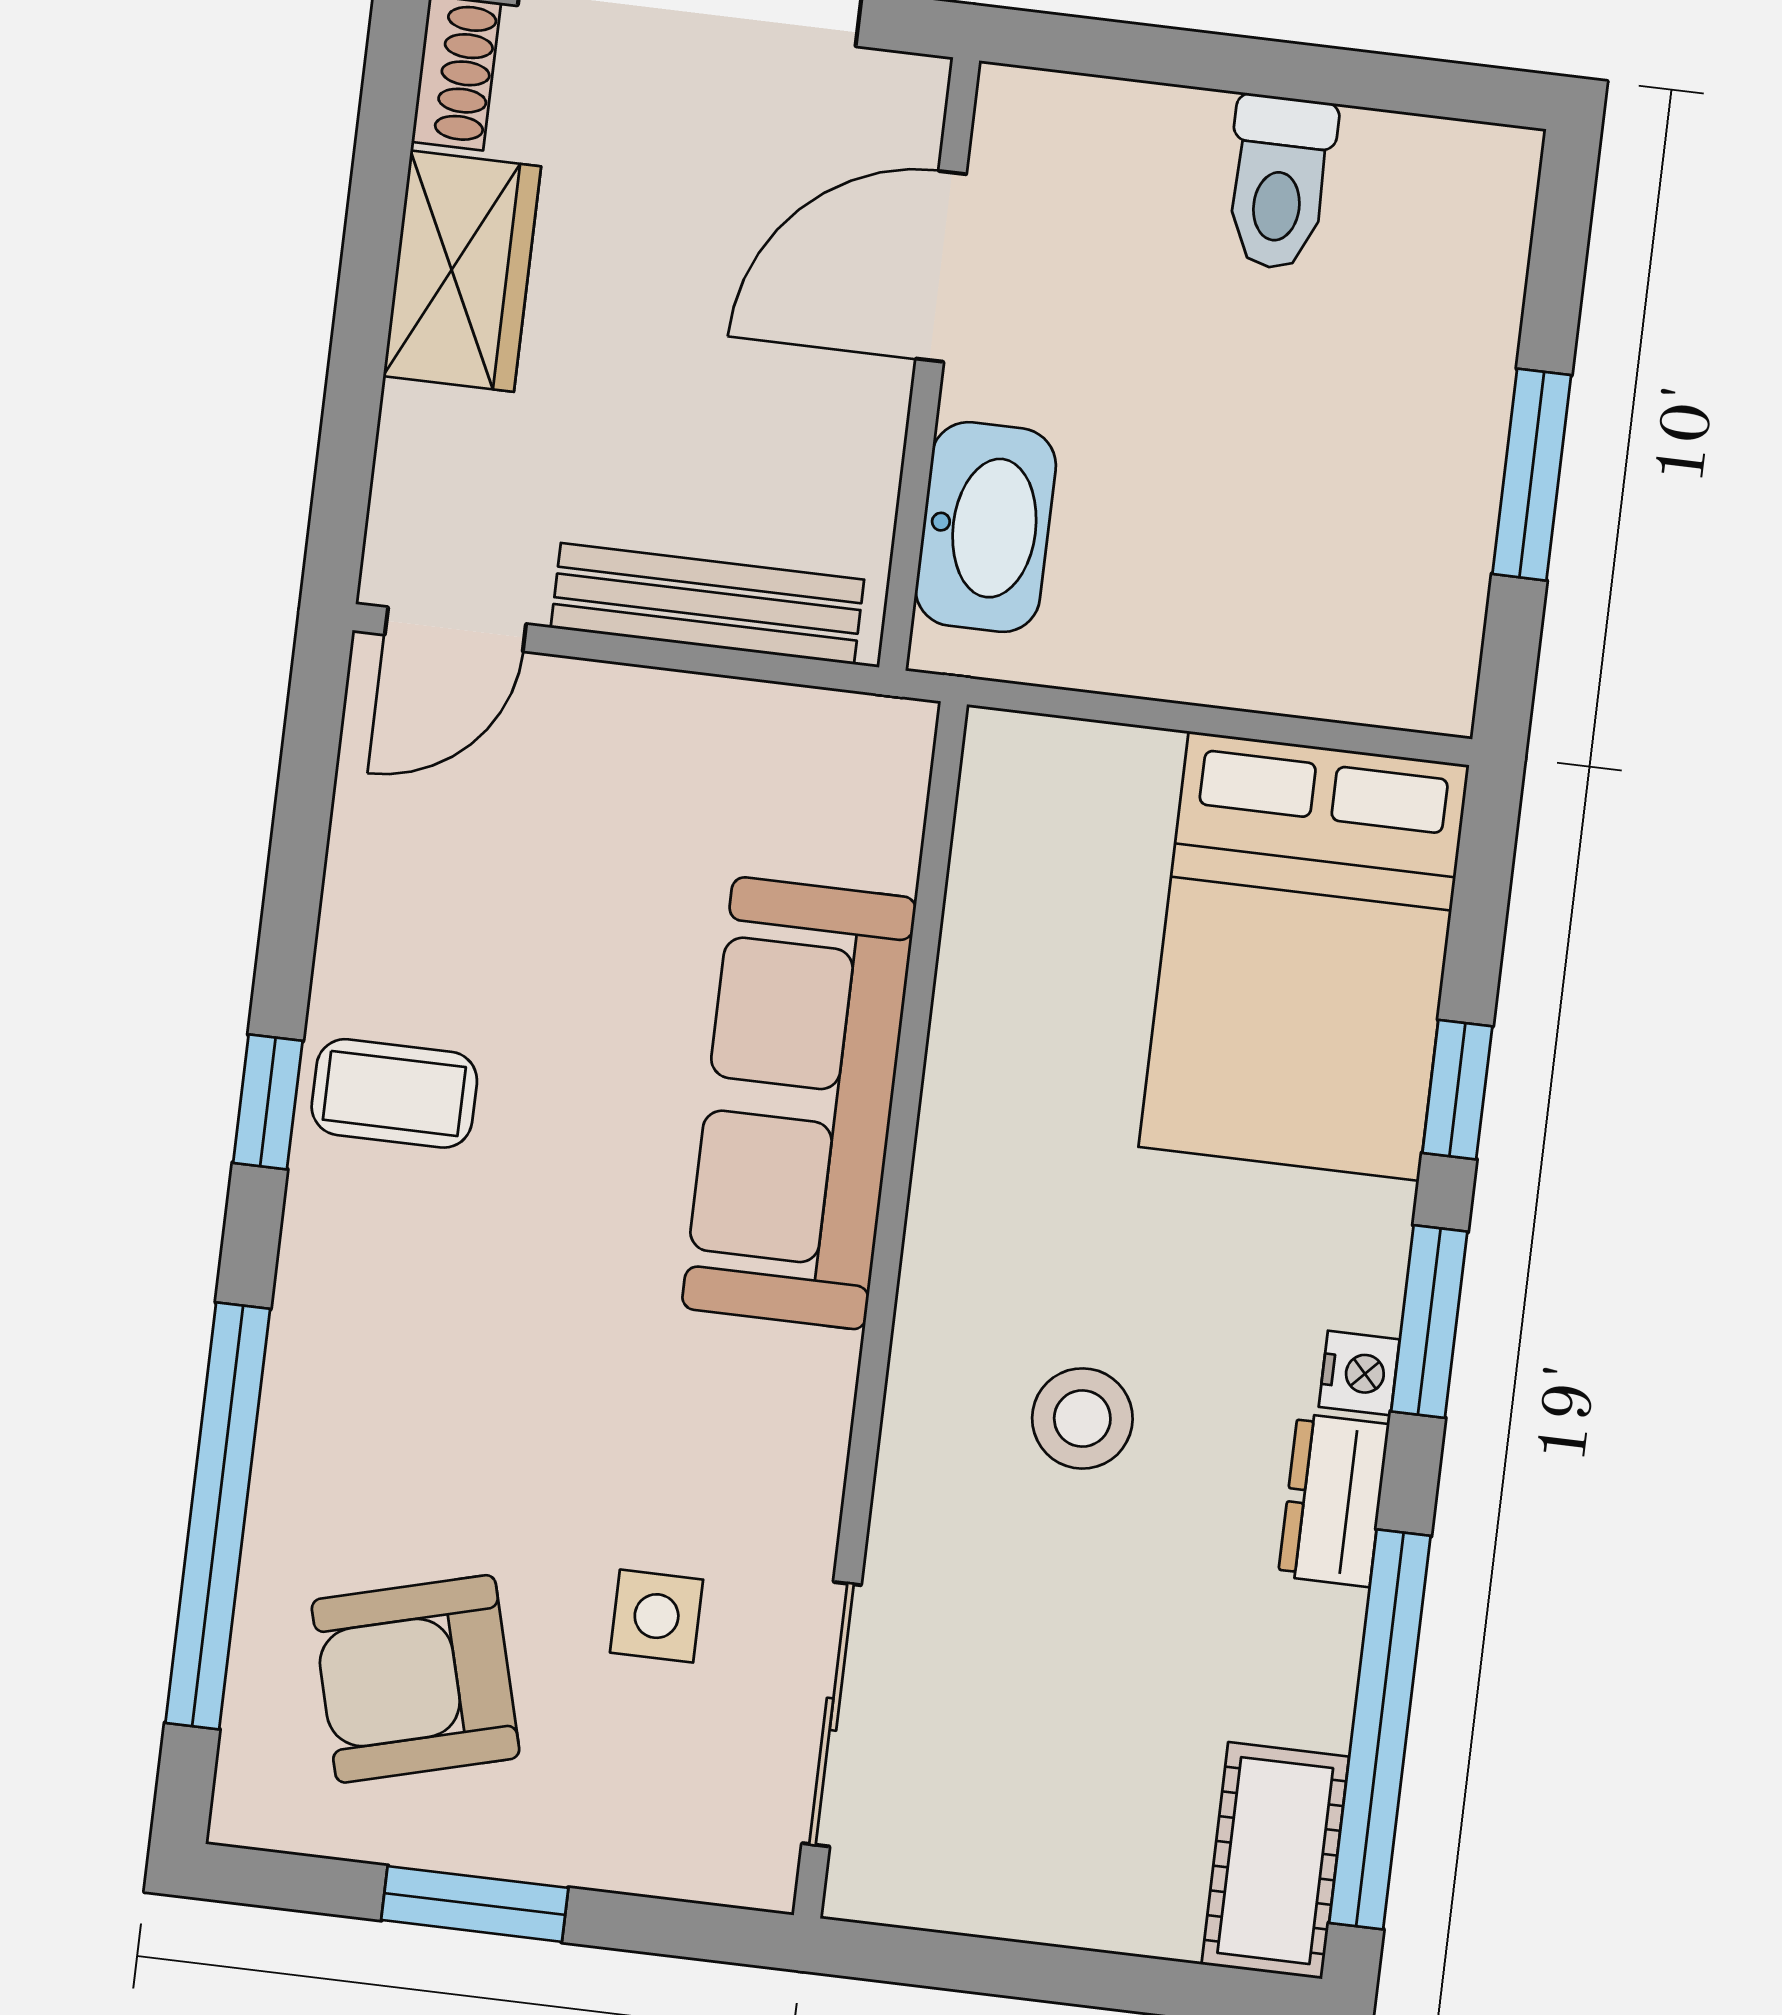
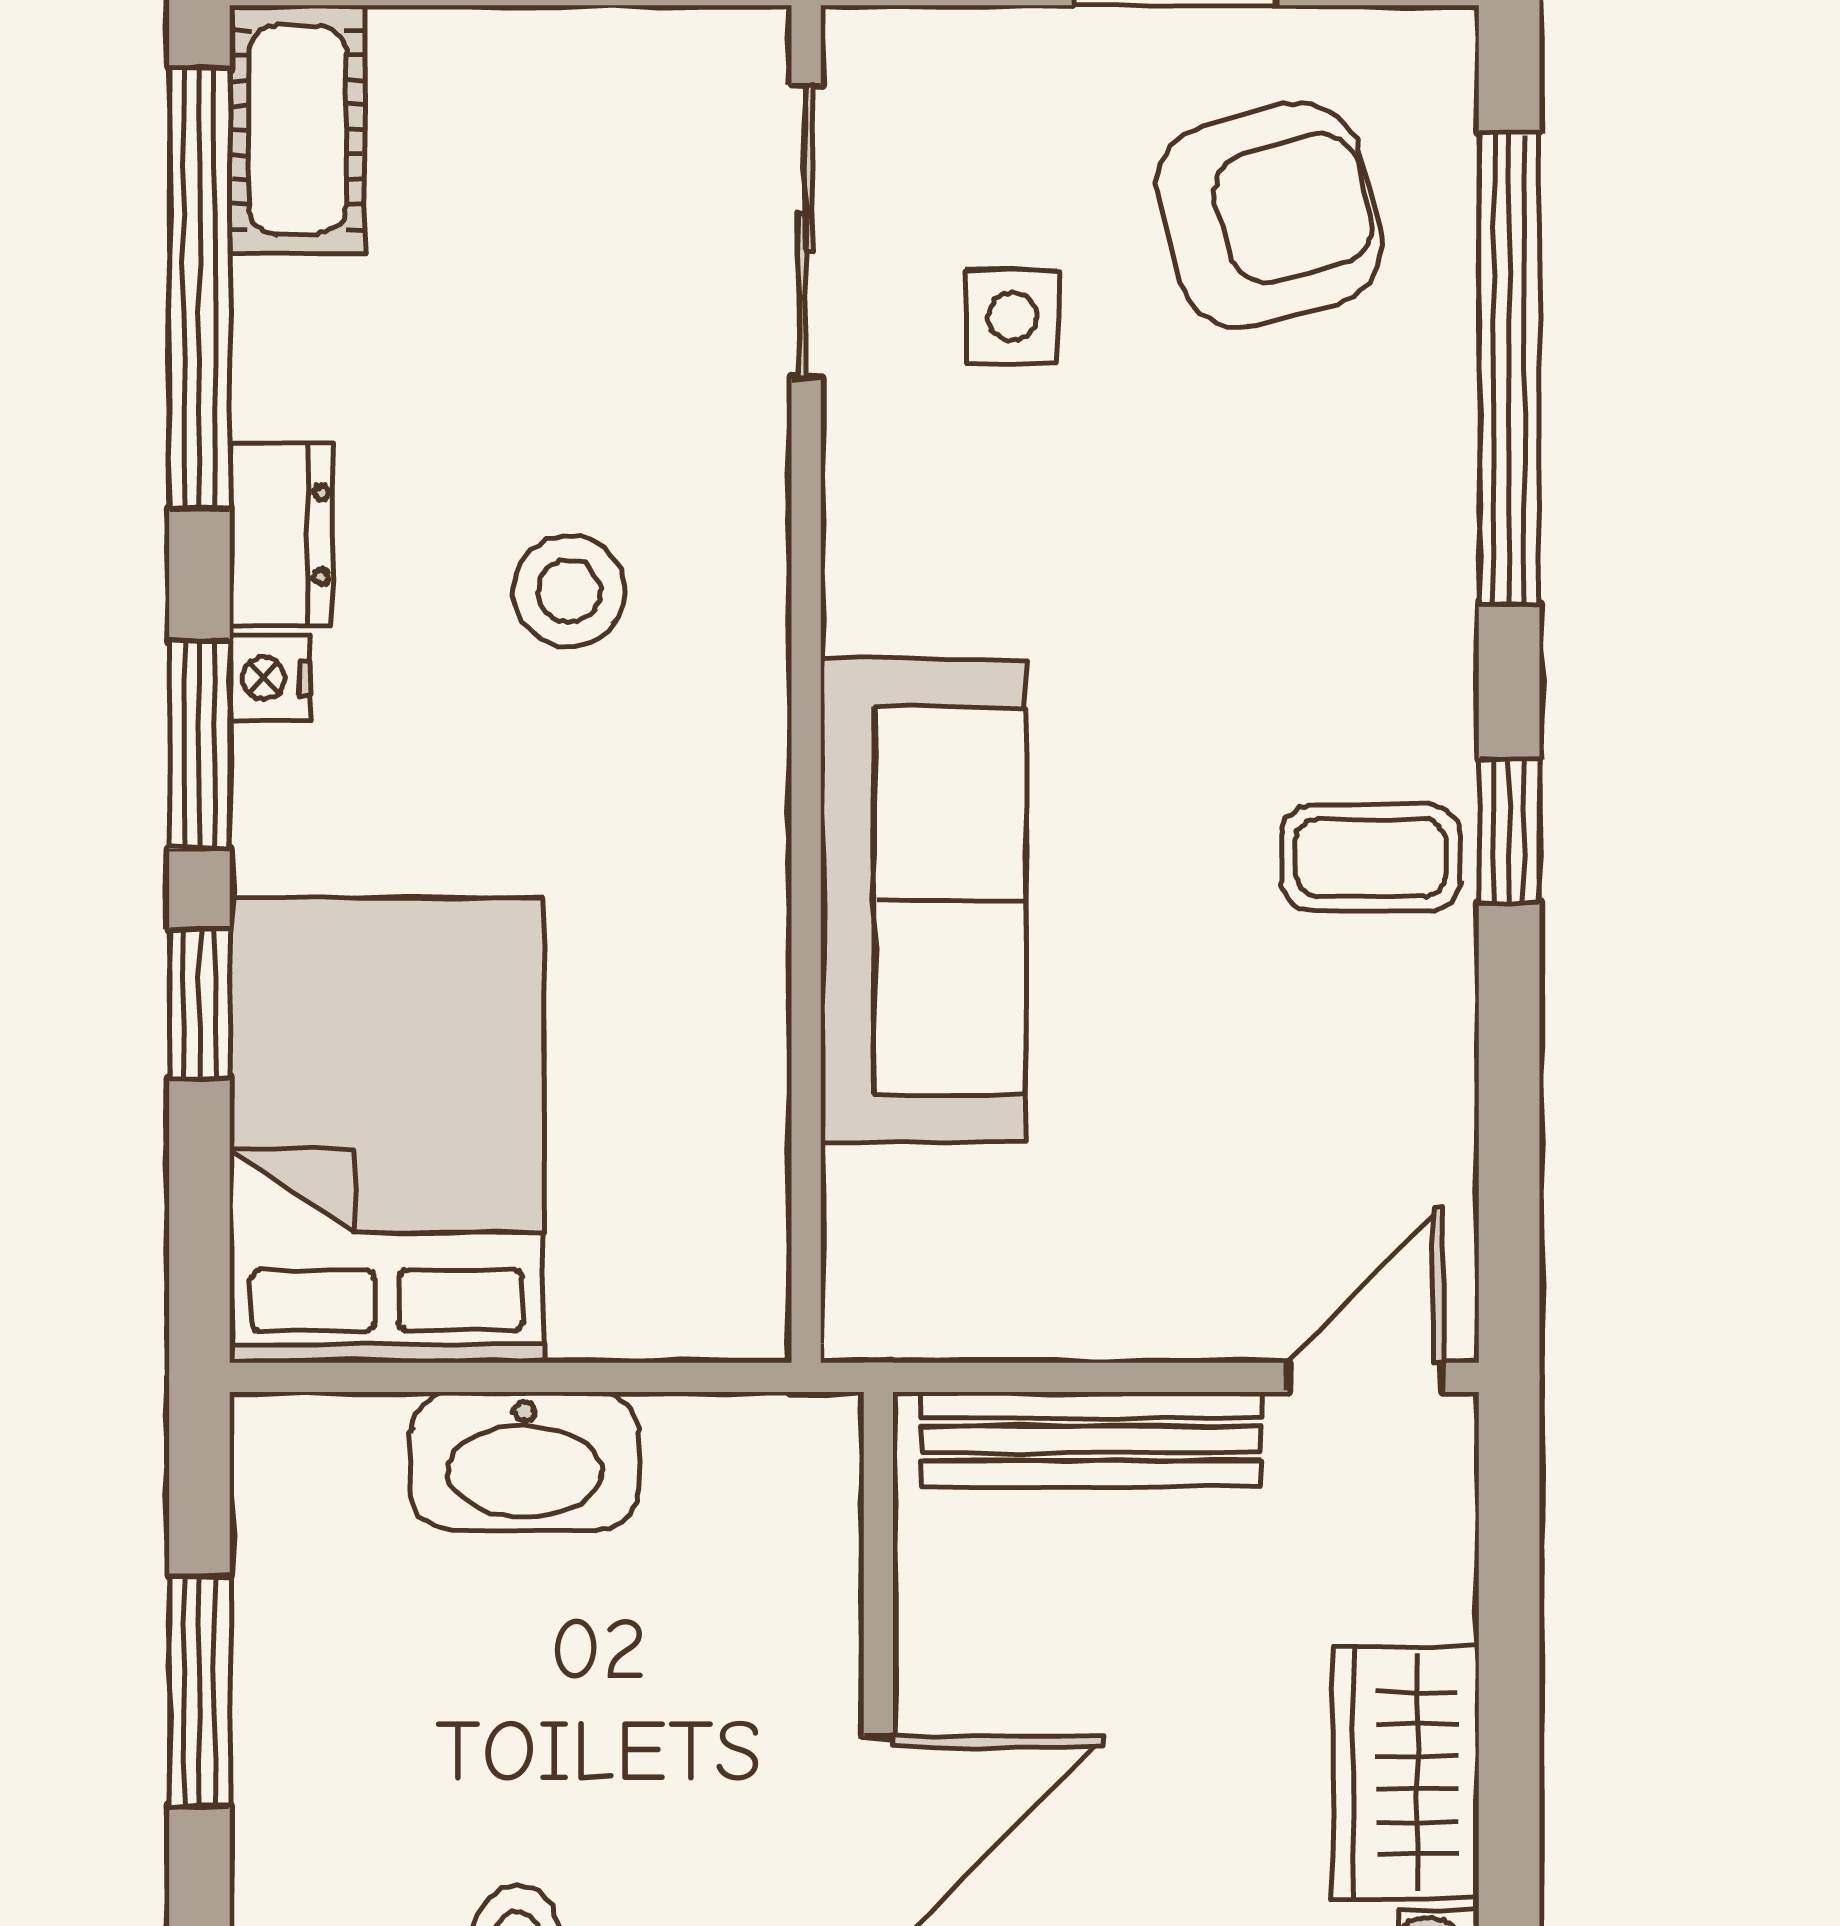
washbasin: (986, 527) -> (525, 1461), moved, turned -90

